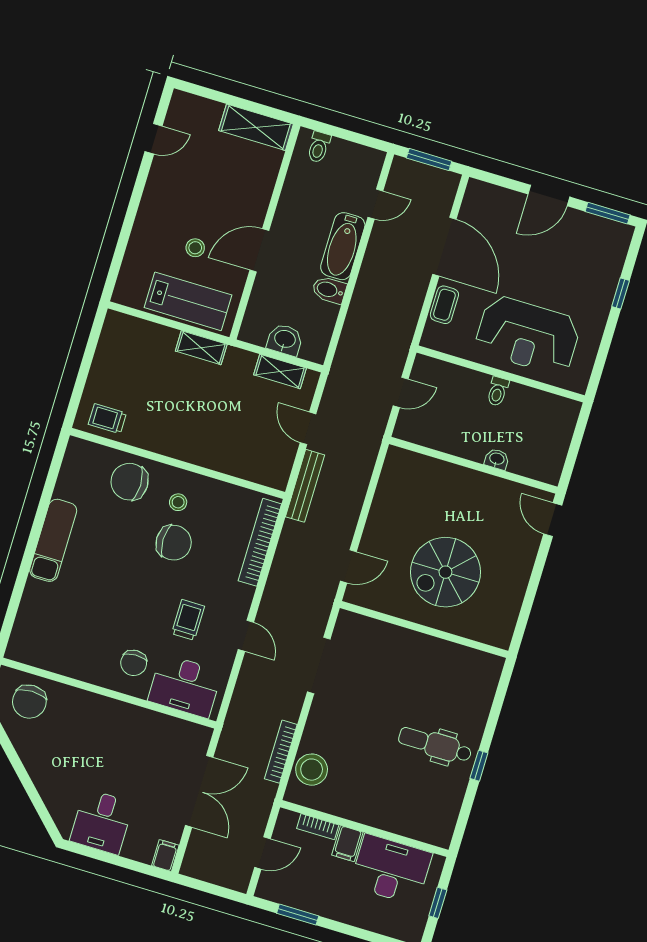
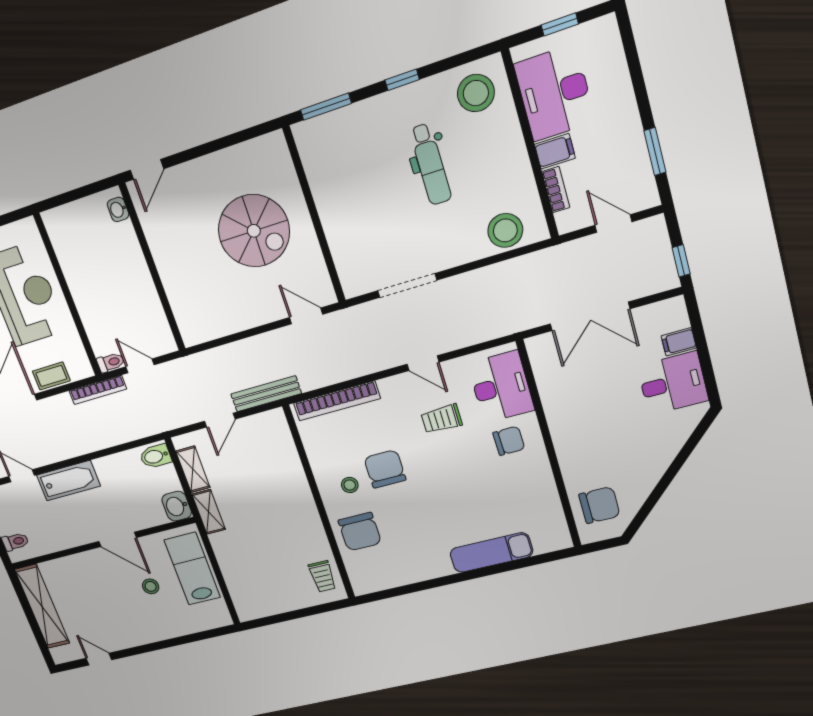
shelving: (256, 127) -> (42, 606), width x1.47
bidet: (329, 290) -> (155, 456), moved, turned 90
washbasin: (285, 340) -> (177, 506), moved
shelving: (201, 348) -> (209, 512), moved
toilet: (498, 391) -> (111, 362), moved
washbasin: (497, 459) -> (118, 209), moved
exam couch: (53, 540) -> (491, 553), moved
door: (246, 636) -> (423, 363), swing flipped
window: (500, 696) -> (326, 107), added
dental chair: (435, 745) -> (431, 164), moved
bookcase: (281, 752) -> (98, 390), moved
double door: (199, 791) -> (590, 316), swing flipped
stool: (431, 813) -> (476, 93), added
filing cabinet: (165, 855) -> (679, 342), moved
window: (199, 885) -> (681, 261), added

